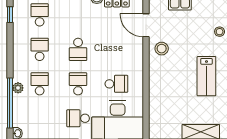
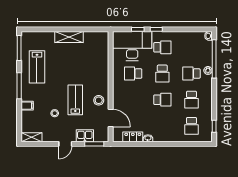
school desk: (78, 49) -> (162, 100), turned 90
lab bench: (206, 76) -> (75, 100), moved
school desk: (40, 84) -> (191, 74), turned 90

